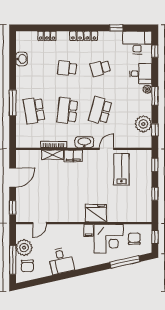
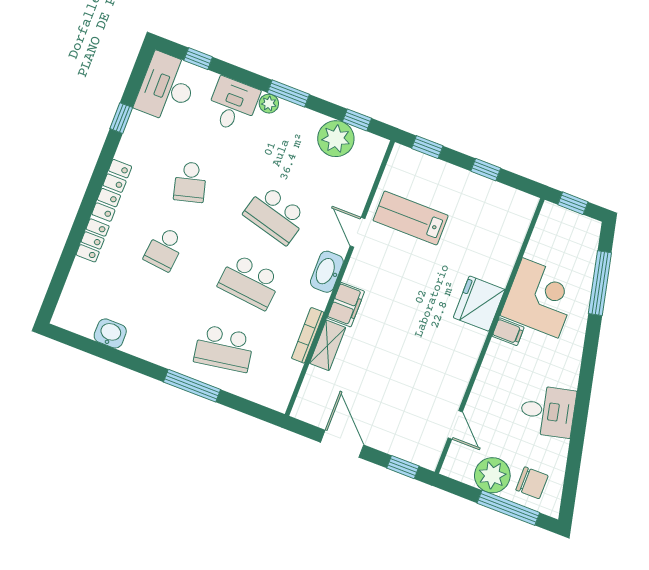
locker: (47, 36) -> (93, 240), moved
chair: (134, 239) -> (560, 246), removed

